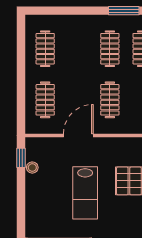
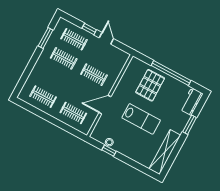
door: (78, 135) -> (105, 105), hinge flipped
window: (21, 158) -> (109, 151), moved

